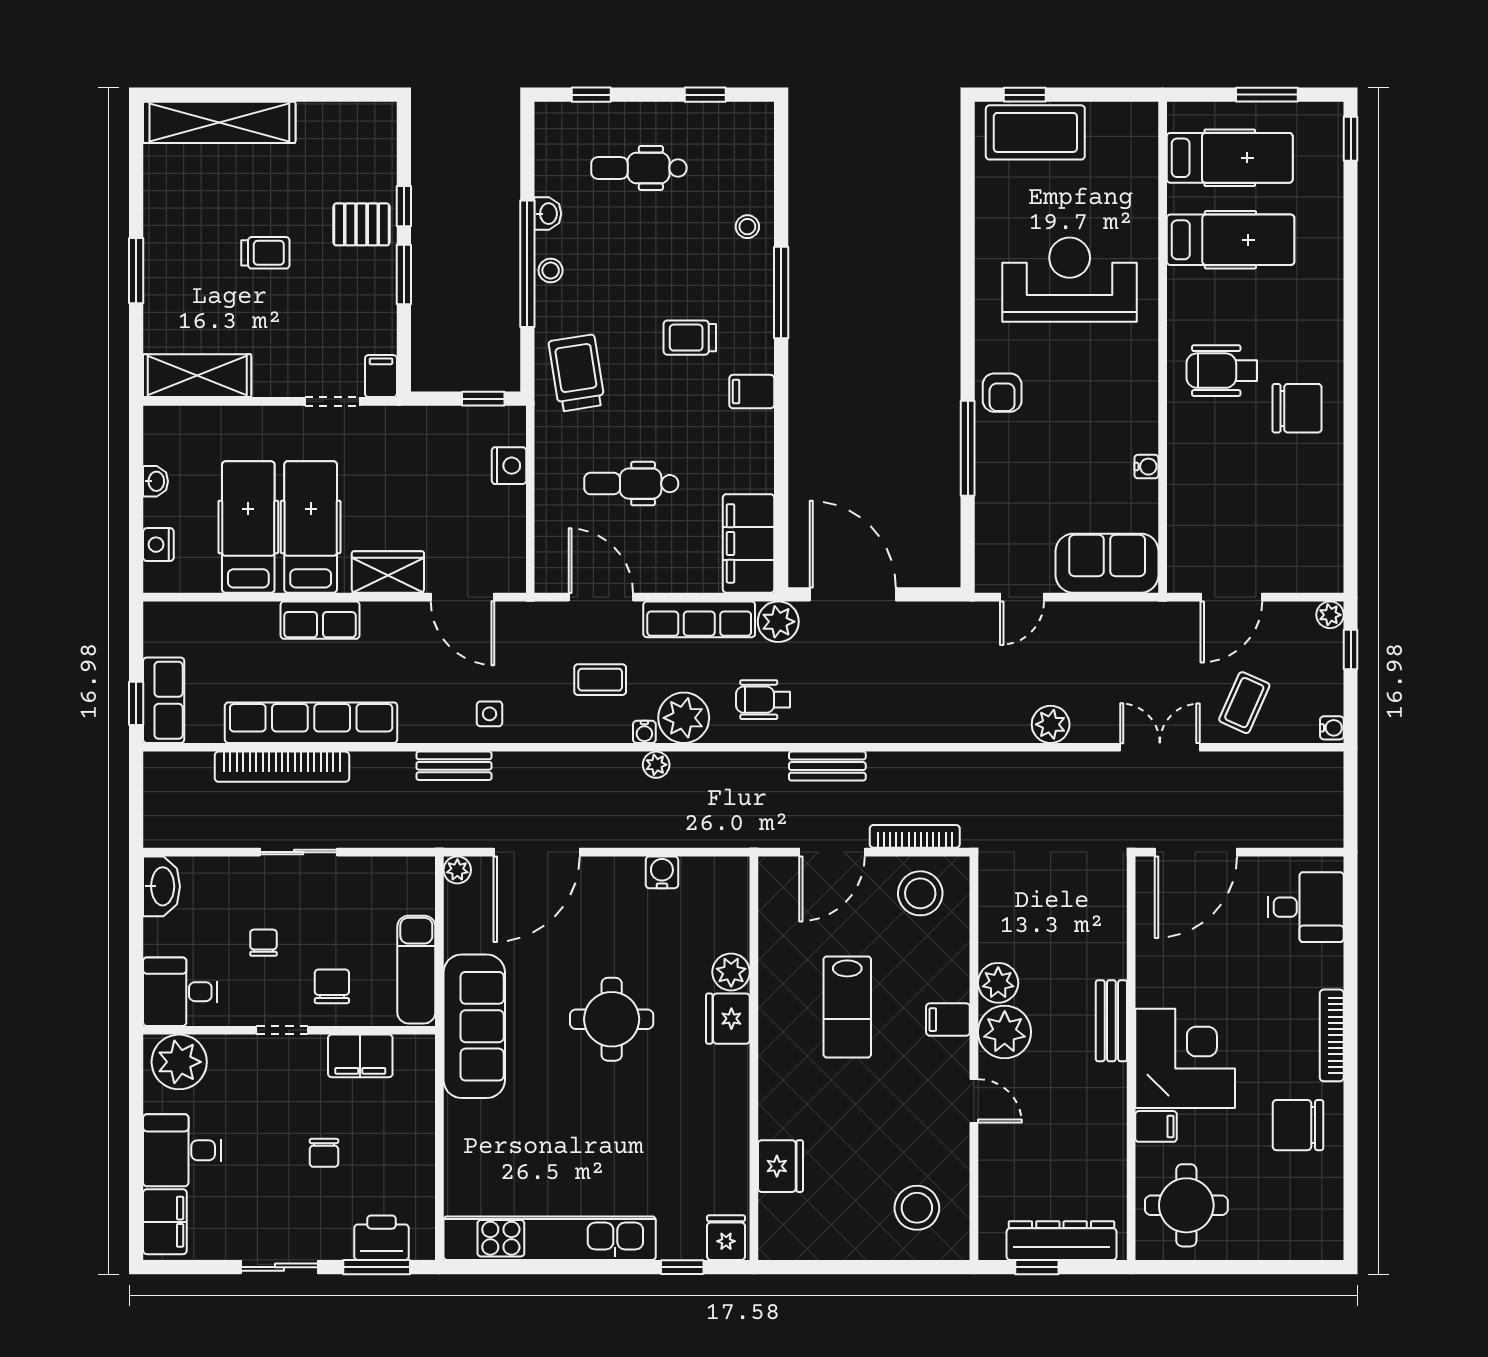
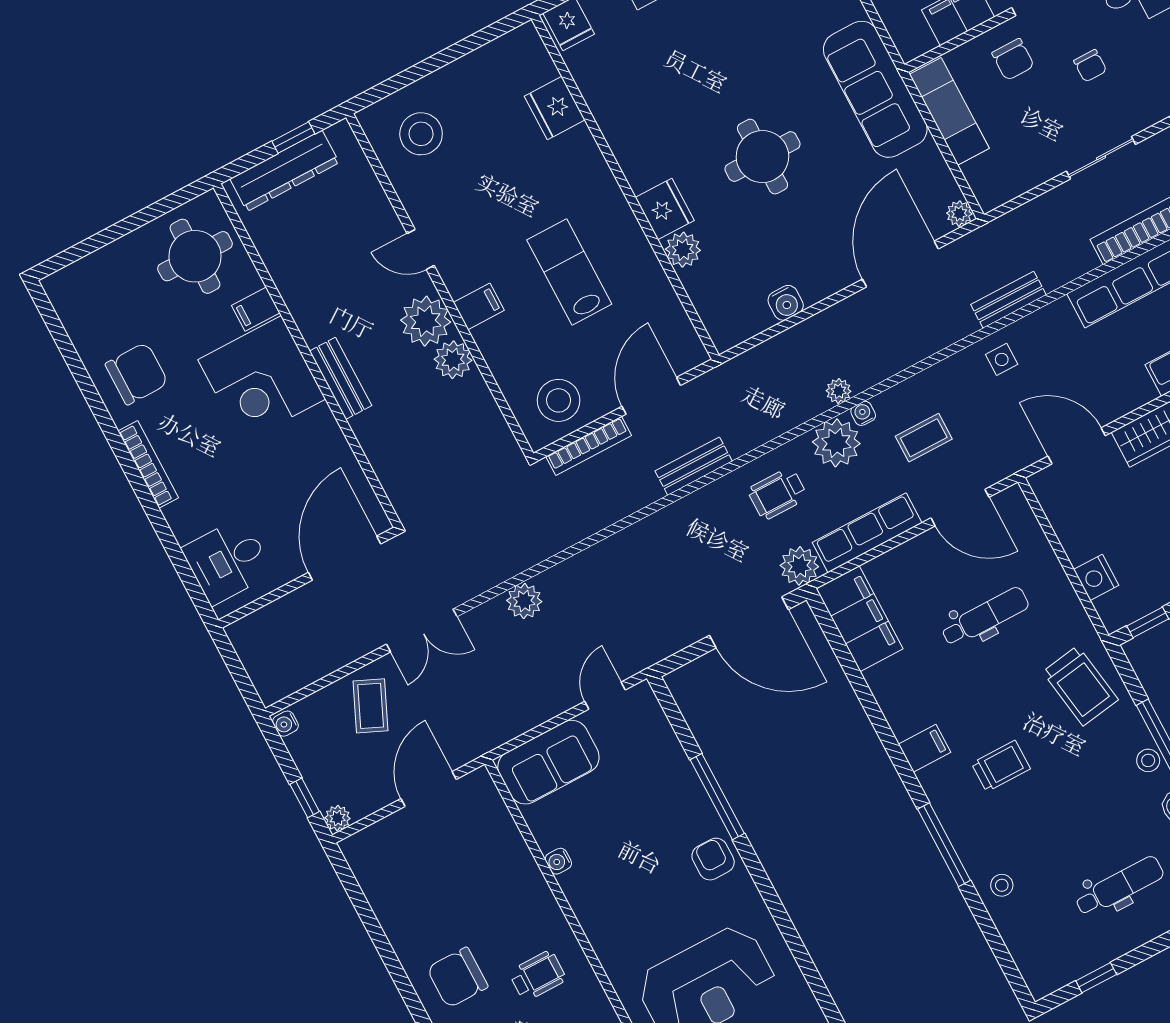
wheelchair: (1222, 371) -> (538, 976), width x0.73, depth x0.73
wheelchair: (763, 700) -> (777, 494), turned 180

